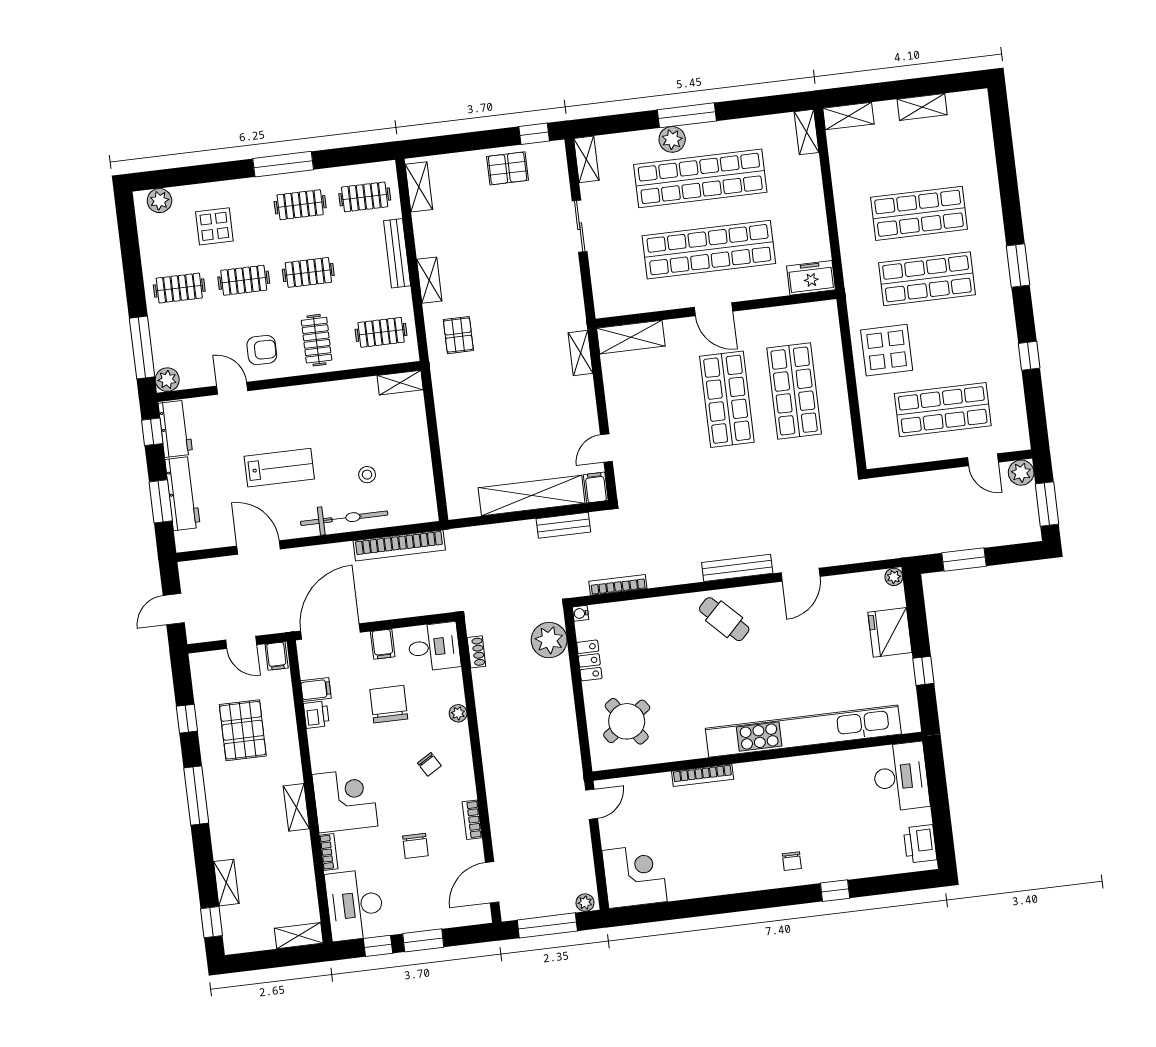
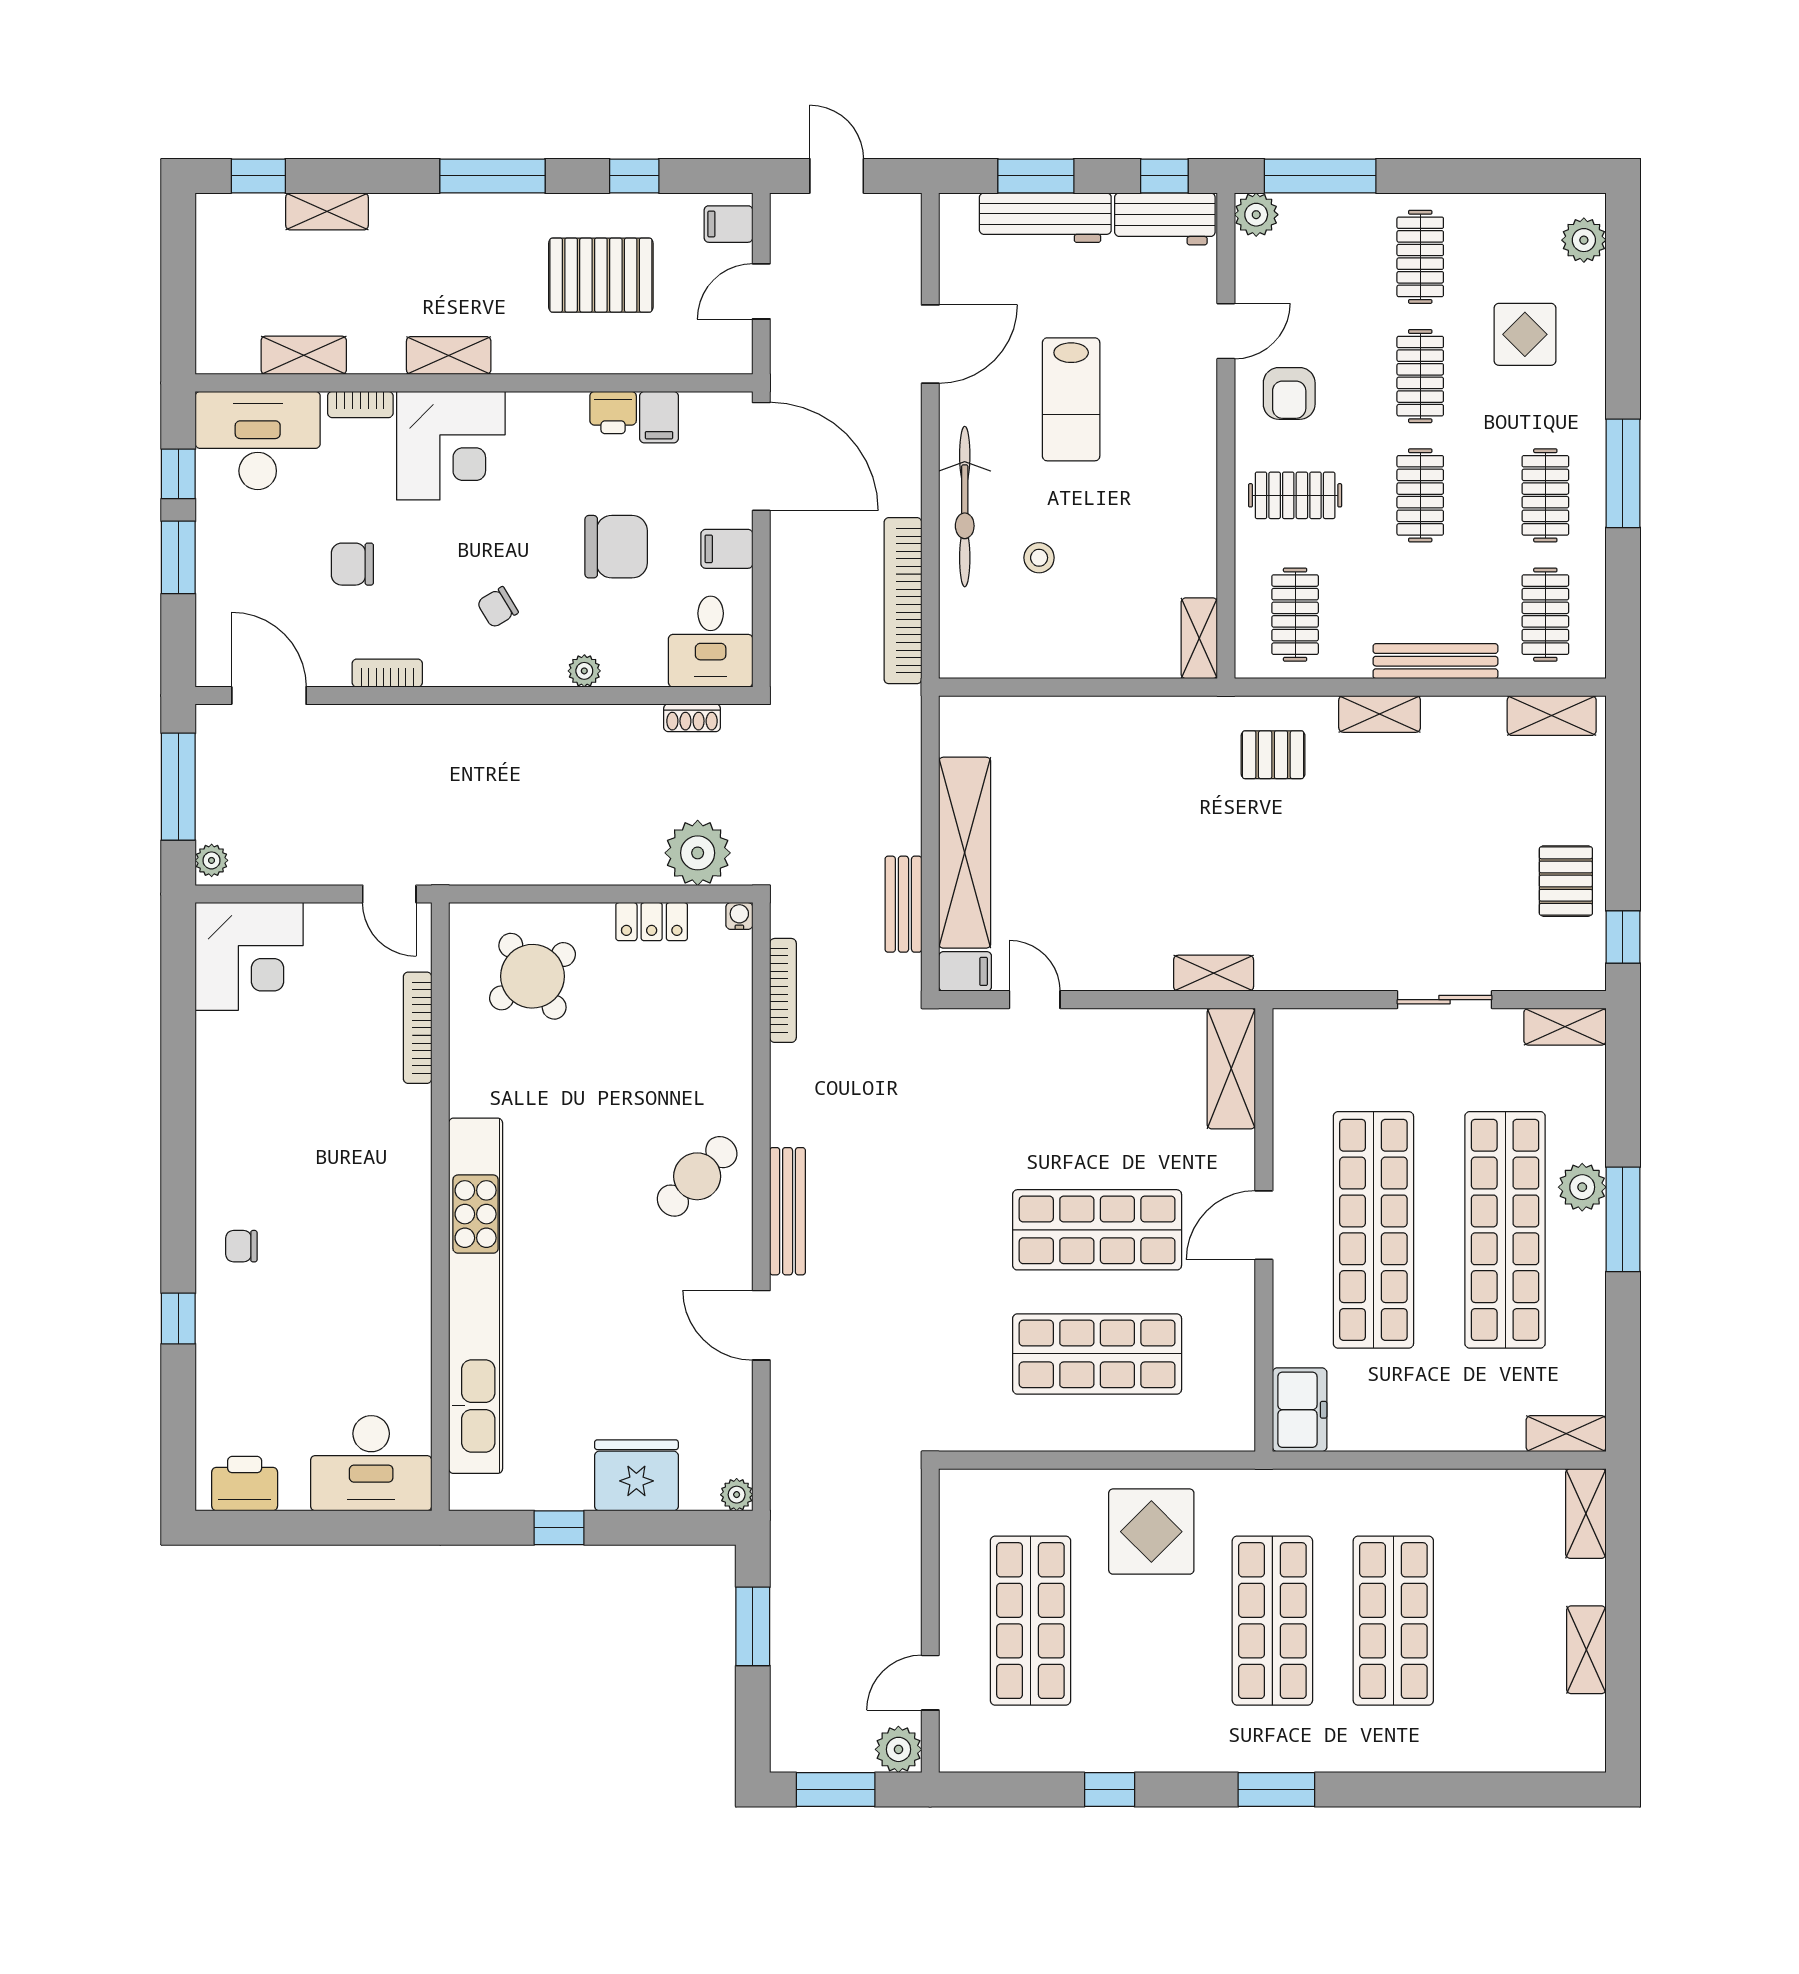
filing cabinet: (277, 656) -> (728, 224), moved
bookcase: (703, 775) -> (418, 1028), moved
shelving: (299, 936) -> (304, 355), moved, turned 90

